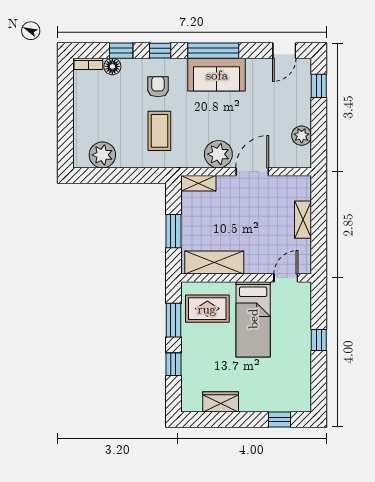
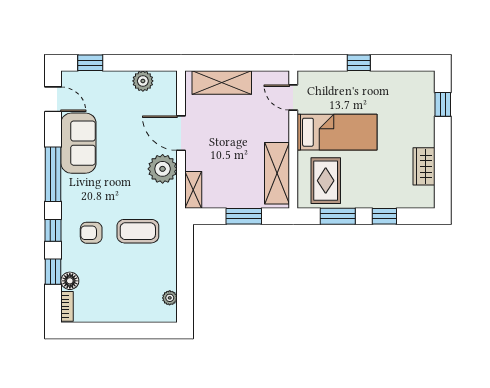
sofa: (217, 75) -> (78, 143), moved
plant: (102, 155) -> (170, 298), width x0.53, depth x0.53
shelving: (303, 220) -> (222, 83), width x1.50, depth x1.33

